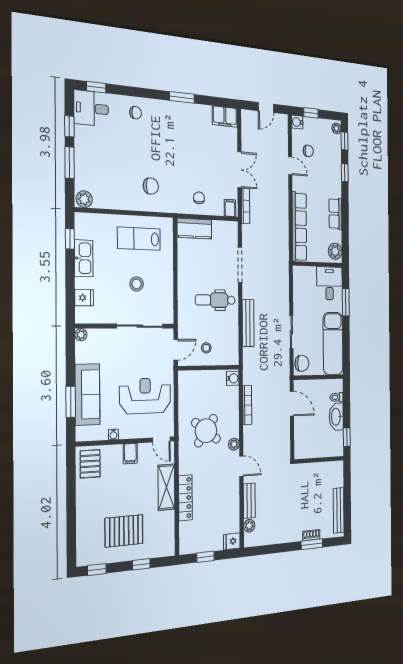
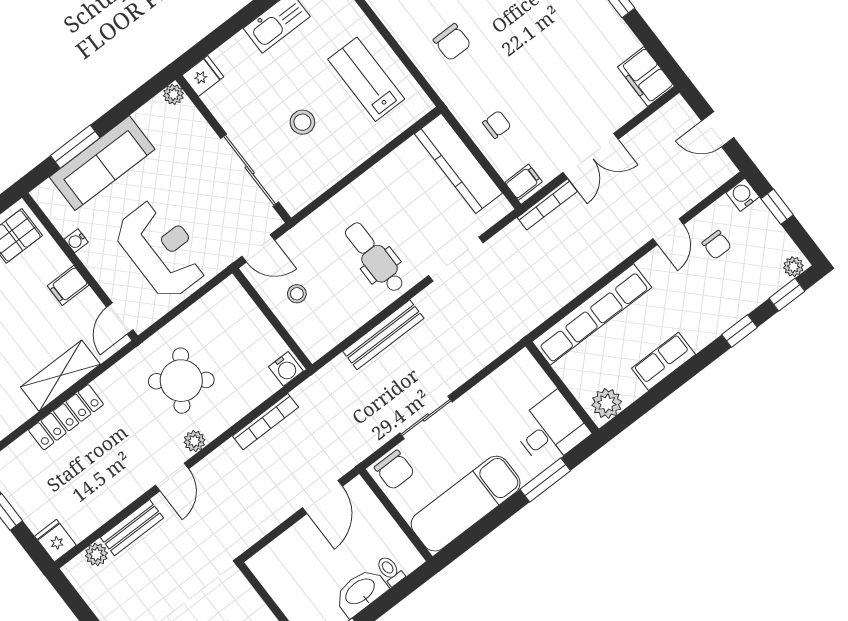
kitchen counter: (194, 229) -> (459, 163), width x1.50
fridge: (84, 298) -> (203, 76), moved, turned -90

